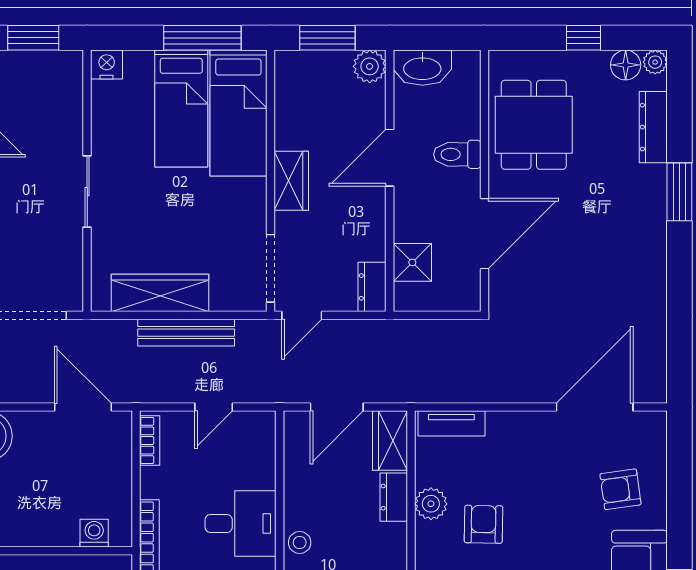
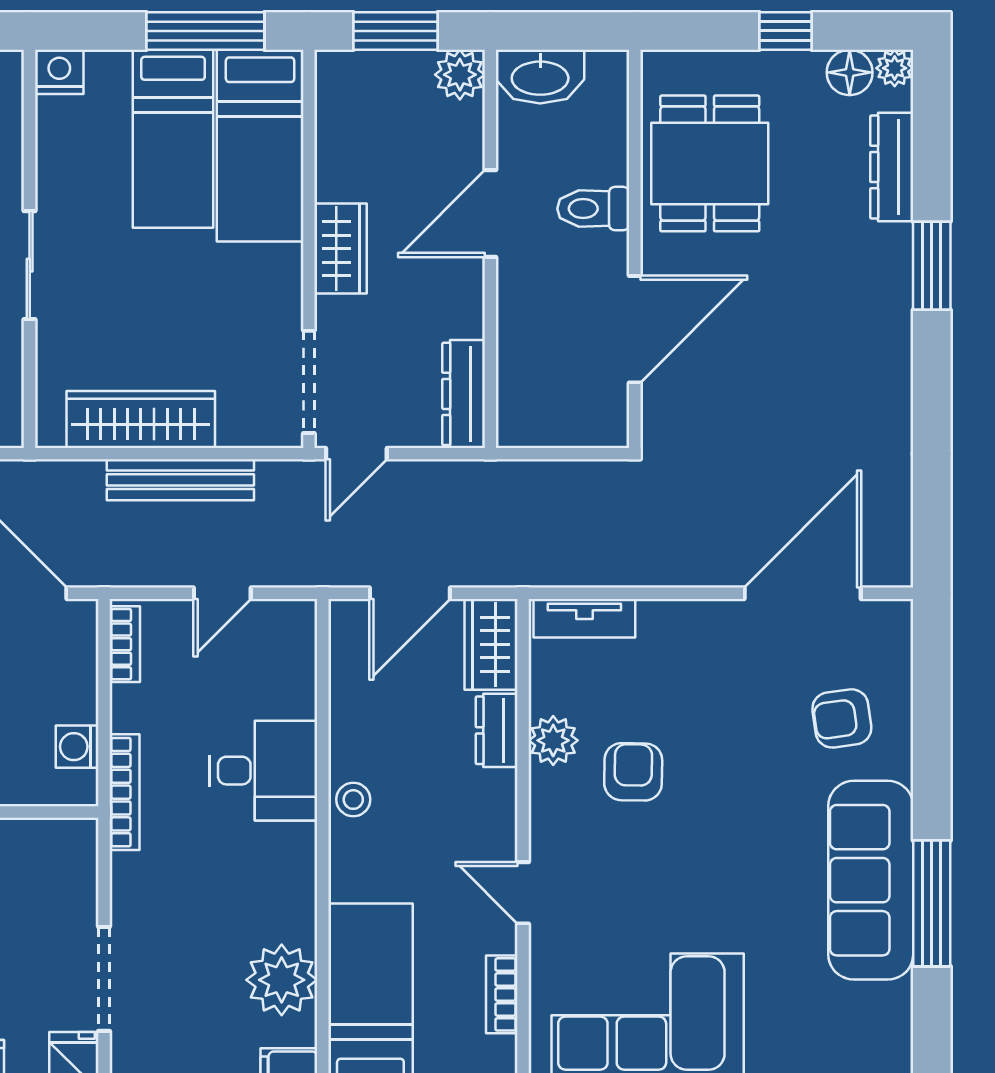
shower: (412, 262) -> (525, 373), removed
dresser: (372, 287) -> (464, 394), width x1.44
washing machine: (94, 533) -> (77, 747), moved, turned -90

